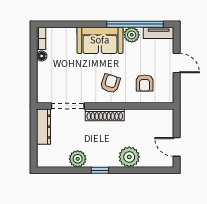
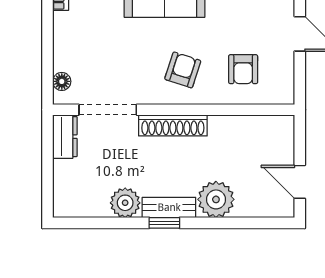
floor lamp: (42, 56) -> (62, 81), moved
dresser: (43, 127) -> (65, 137), width x0.70
bench: (102, 161) -> (169, 207), added

